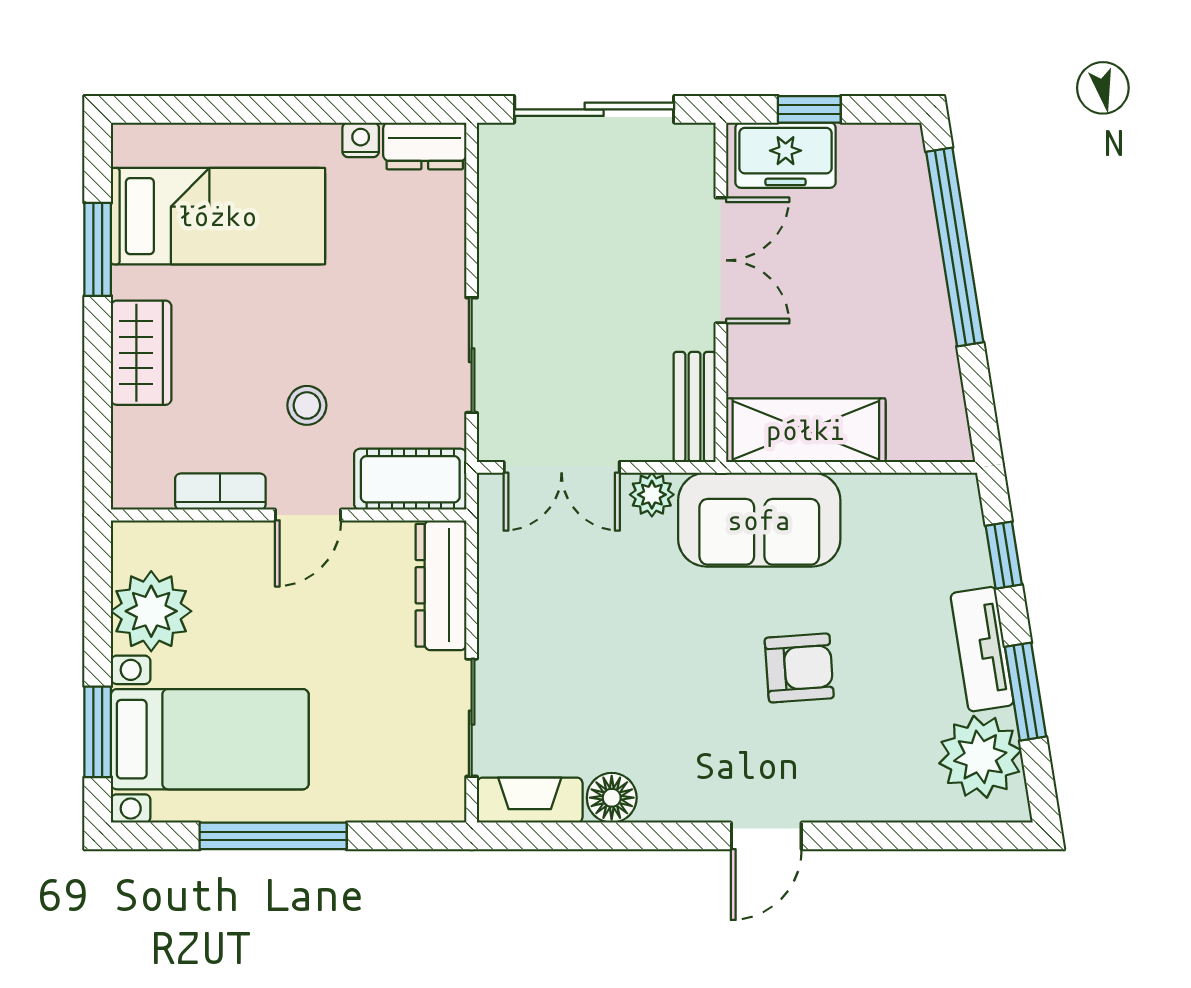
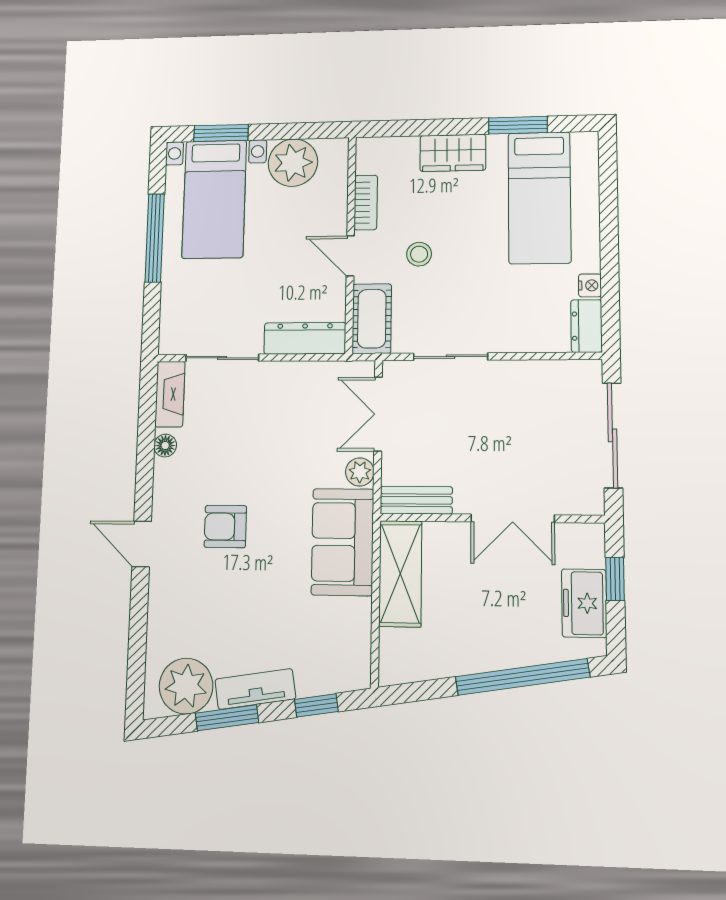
freezer: (786, 155) -> (584, 603), moved
armchair: (799, 668) -> (225, 527), moved, turned 94
floor lamp: (612, 798) -> (165, 446), width x0.73, depth x0.73

